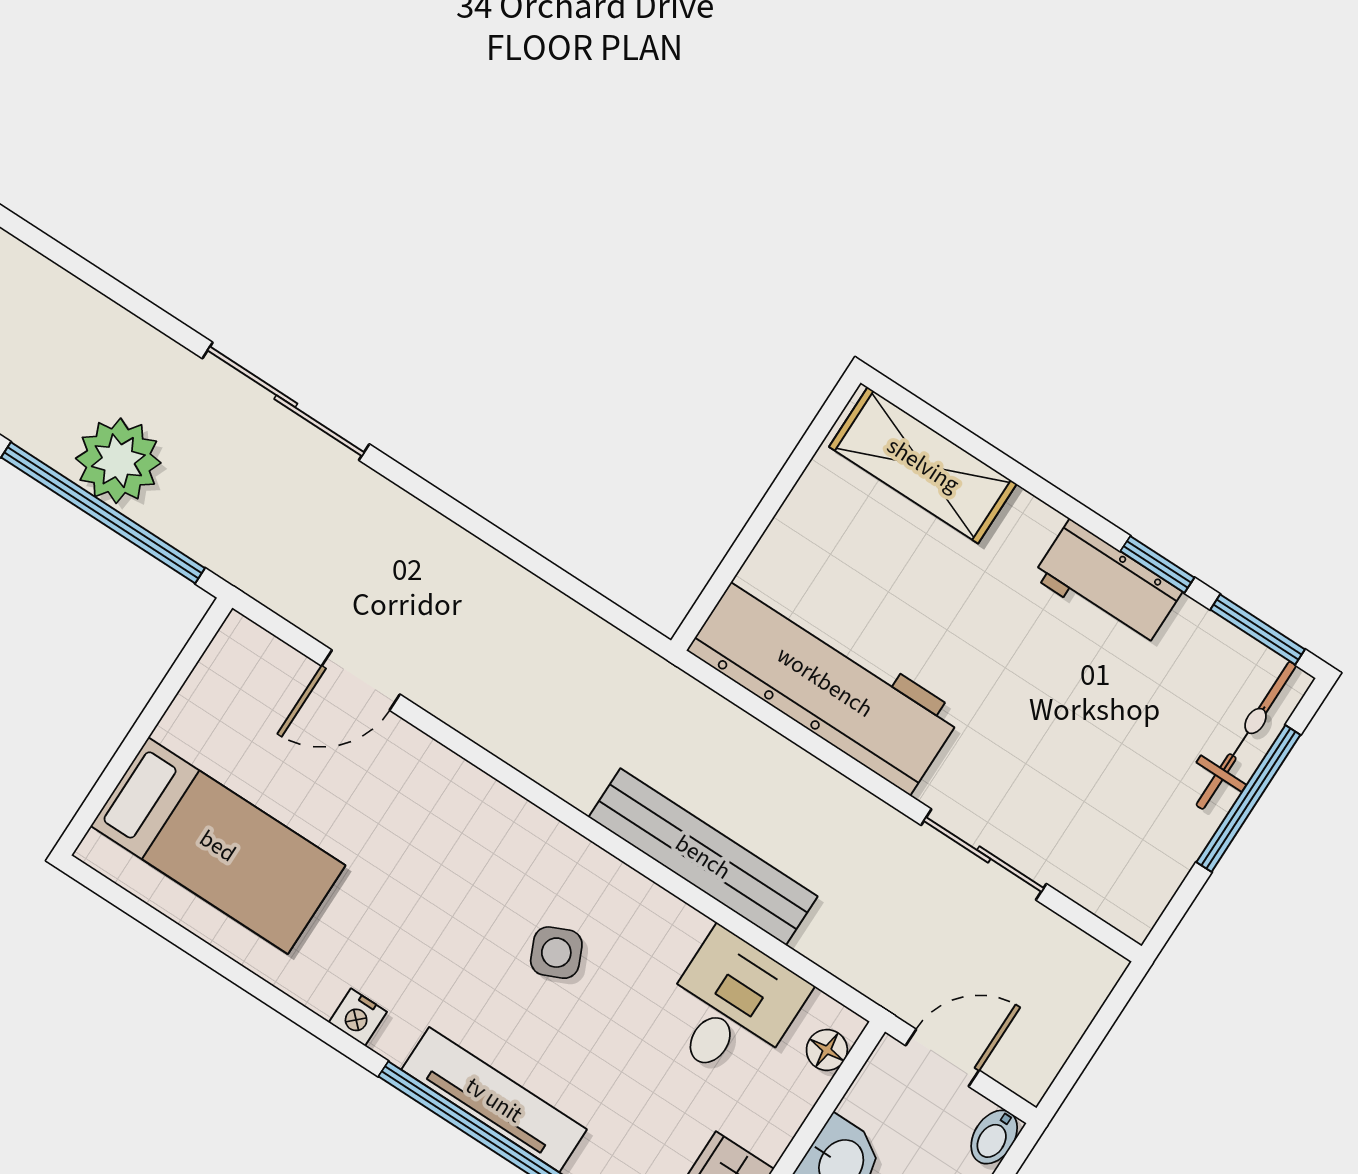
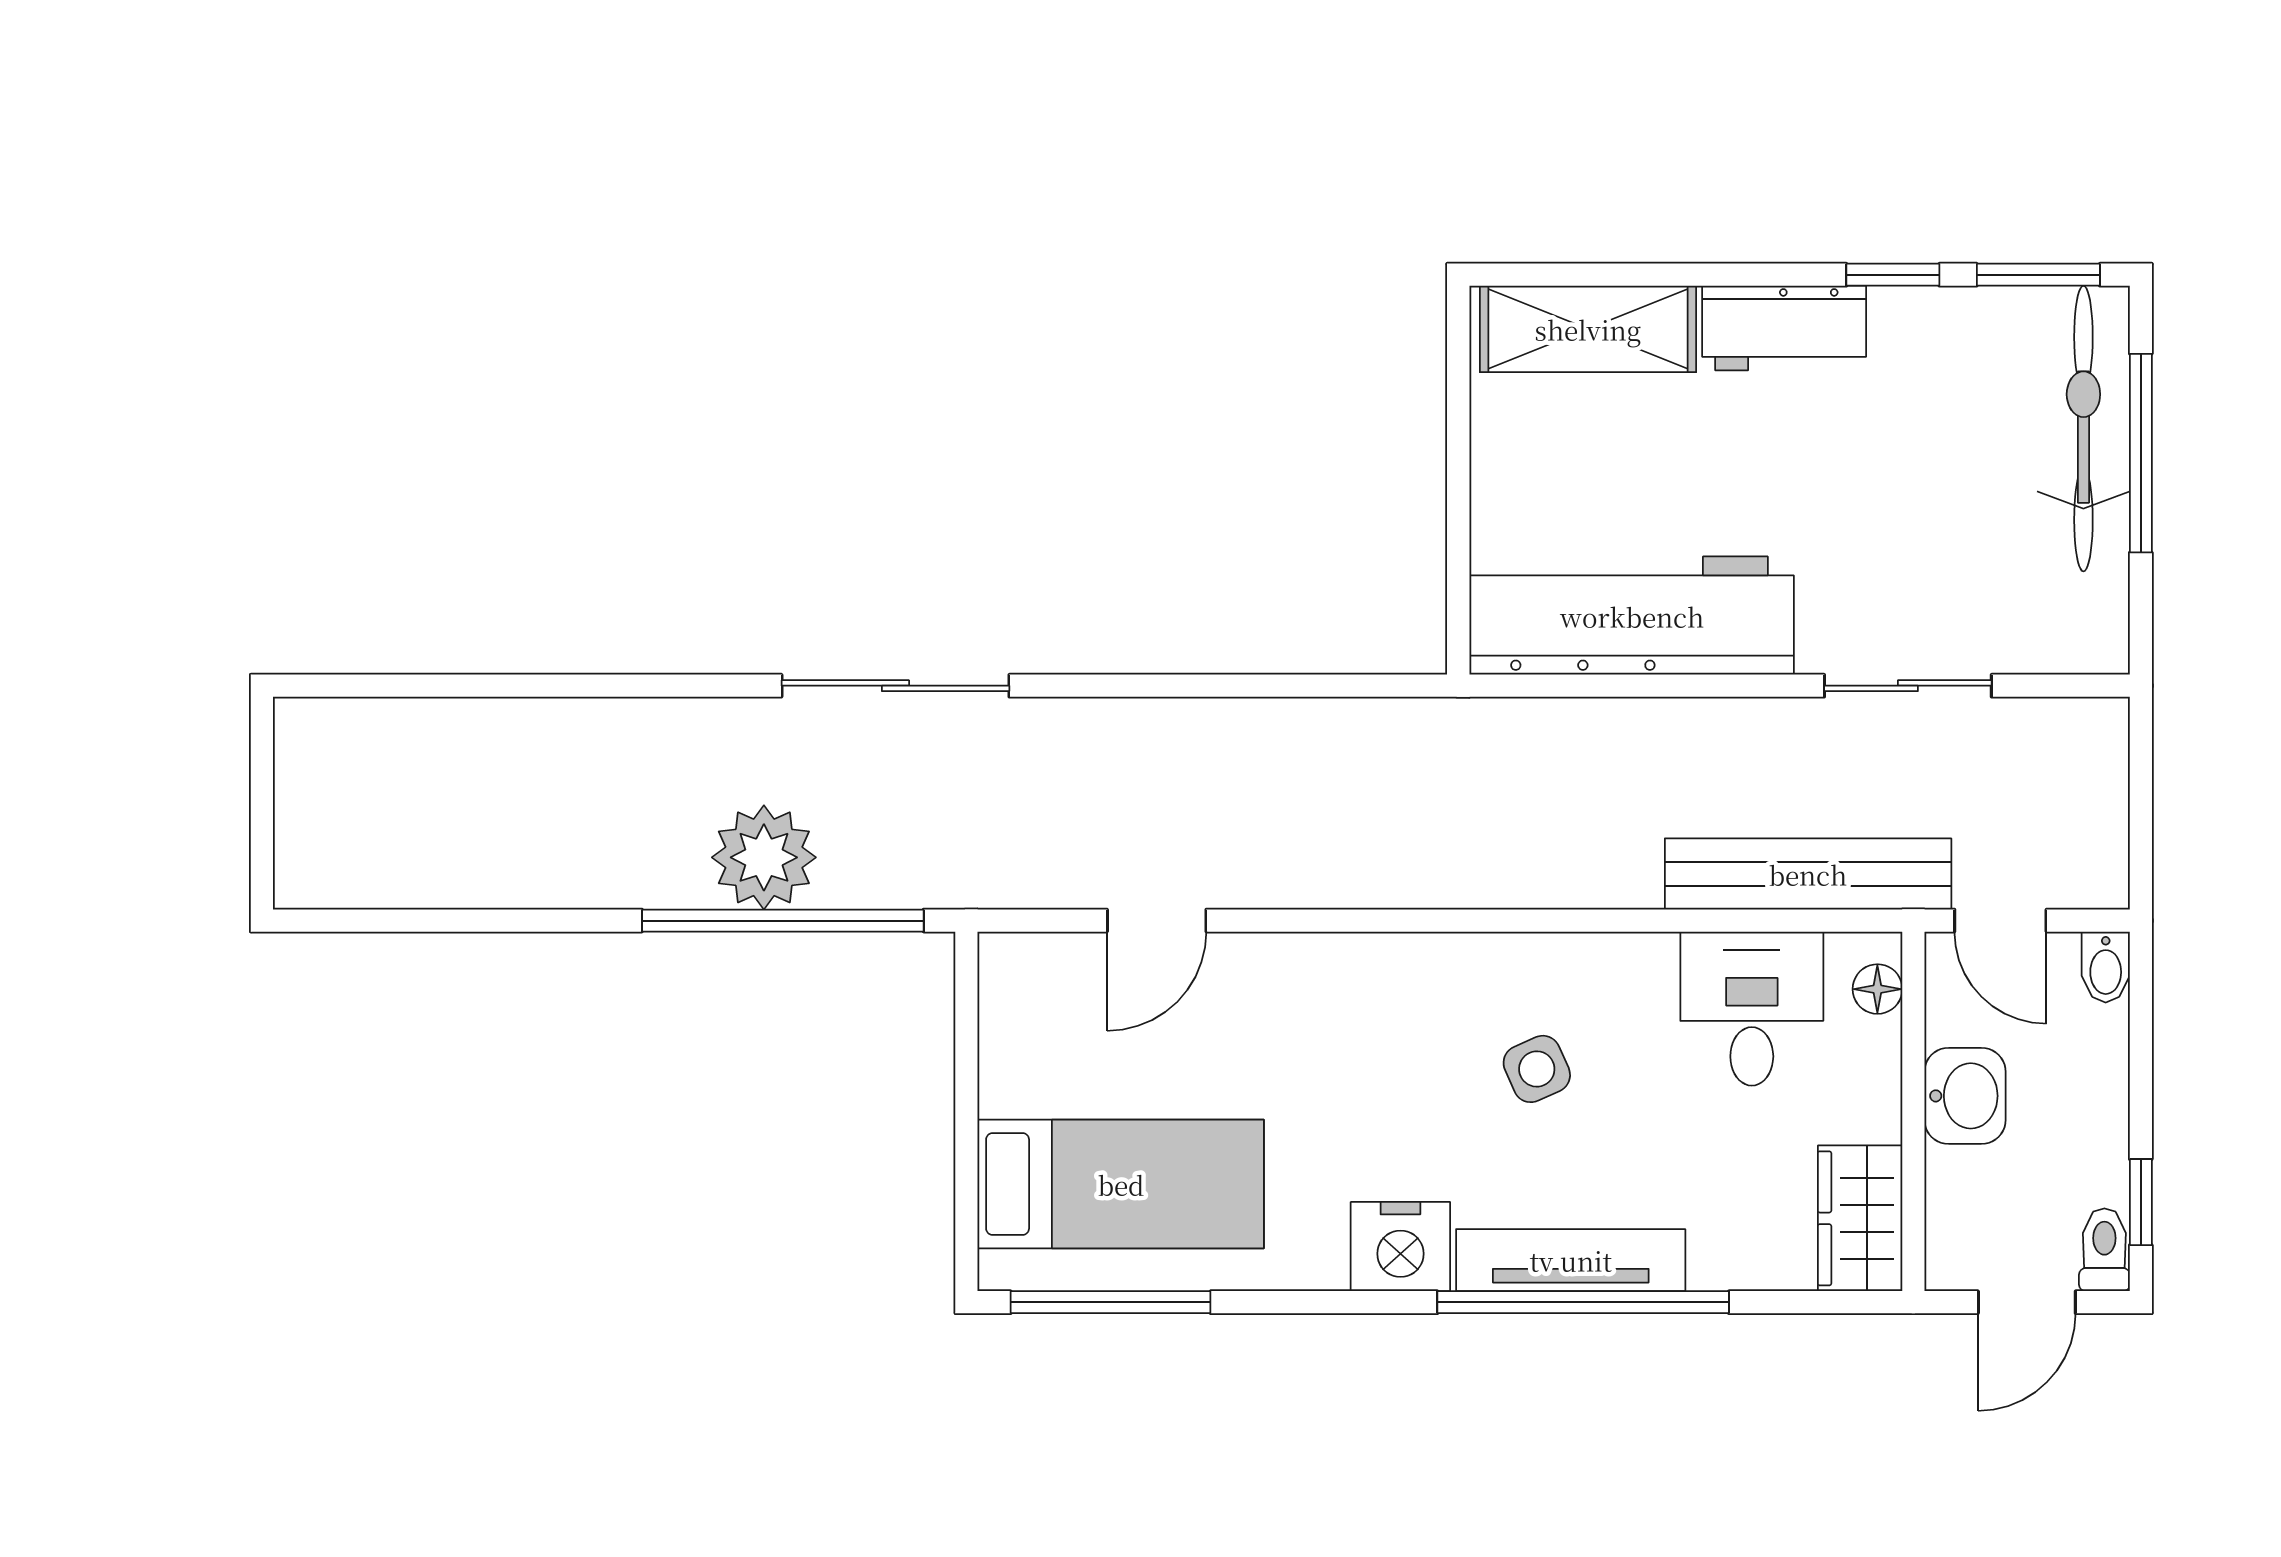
workbench: (1107, 584) -> (1784, 328), moved
bicycle: (1246, 735) -> (2083, 429), width x1.37, depth x1.40
bench: (703, 857) -> (1808, 874), moved
window: (158, 923) -> (1111, 1302), added
nightstand: (358, 1017) -> (1400, 1247), width x1.89, depth x1.79
door: (942, 1058) -> (2000, 921), swing flipped

